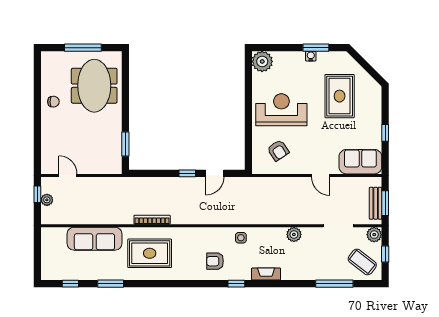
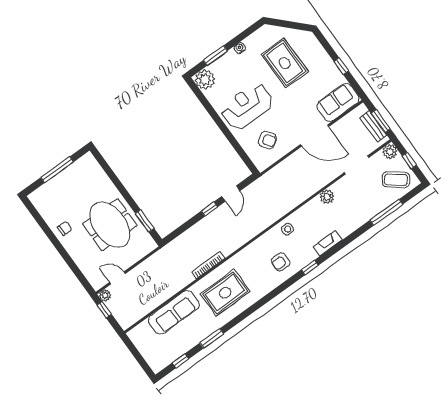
window: (316, 48) -> (215, 56), moved
meeting table: (94, 86) -> (110, 225), moved
door: (321, 175) -> (315, 136), width x1.87
plant: (47, 200) -> (105, 295), moved

